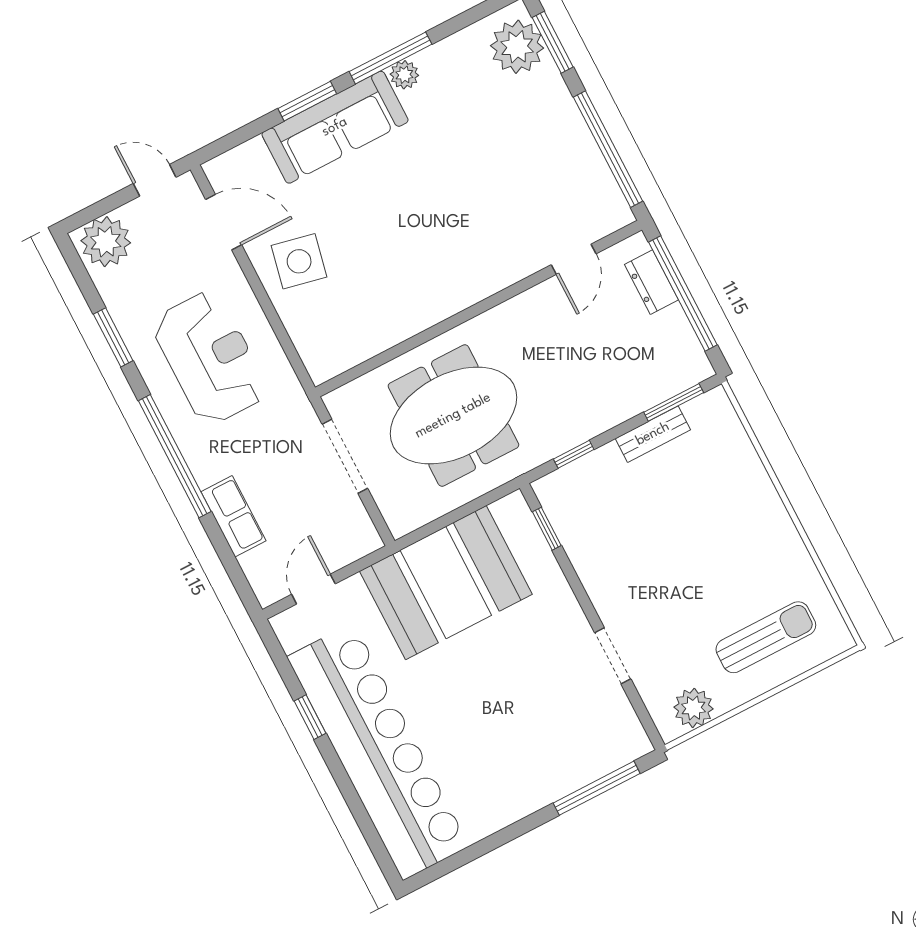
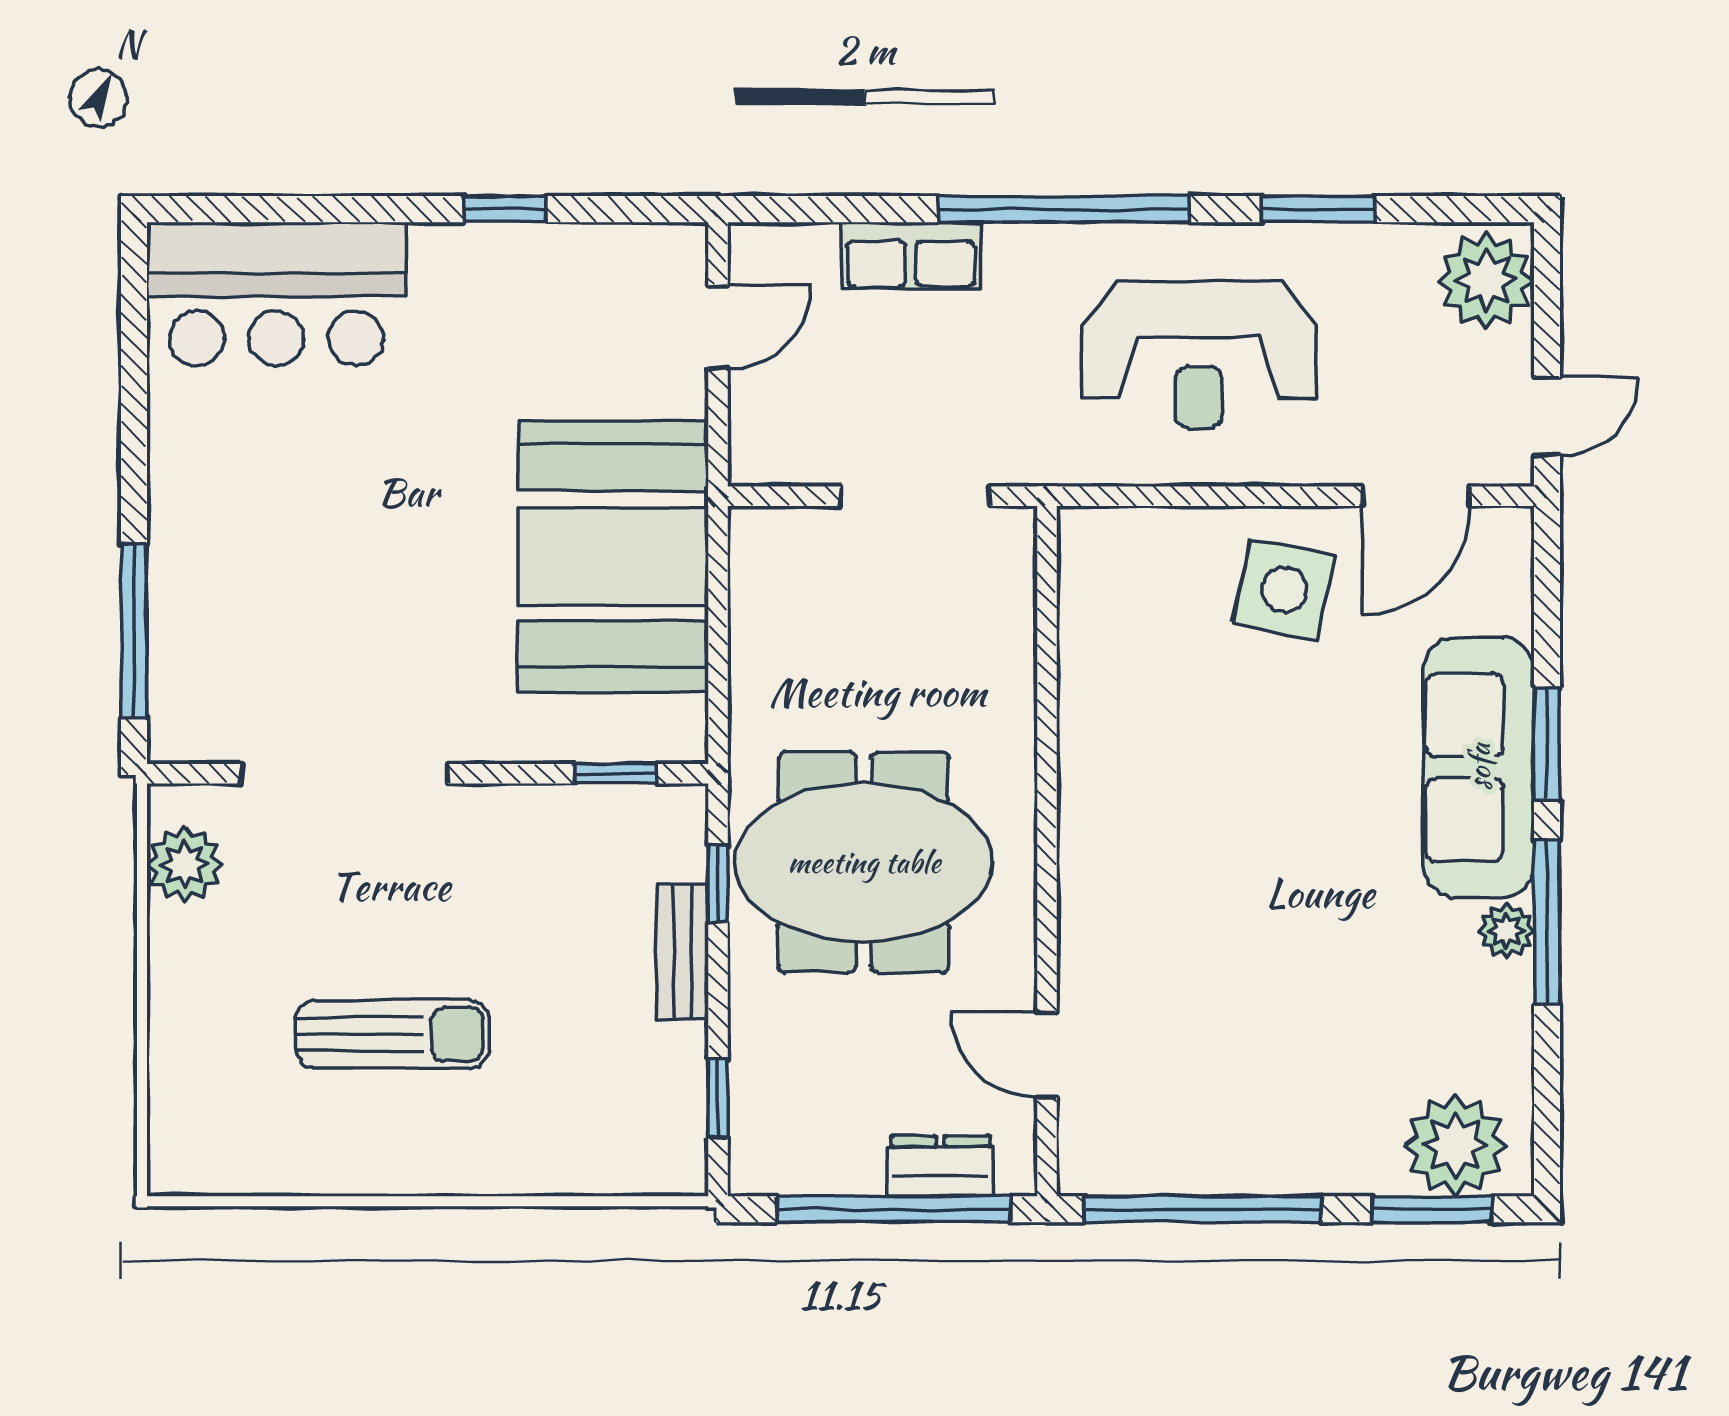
window: (674, 402) -> (718, 1098), width x0.67
meeting table: (453, 416) -> (864, 862), moved, turned 90
bench: (653, 434) -> (682, 951), moved
door: (313, 589) -> (718, 327), hinge flipped
sun lounger: (766, 637) -> (392, 1034), moved, turned -90
doorway: (613, 656) -> (344, 774), width x1.88
bar counter: (378, 752) -> (276, 294), width x0.54

